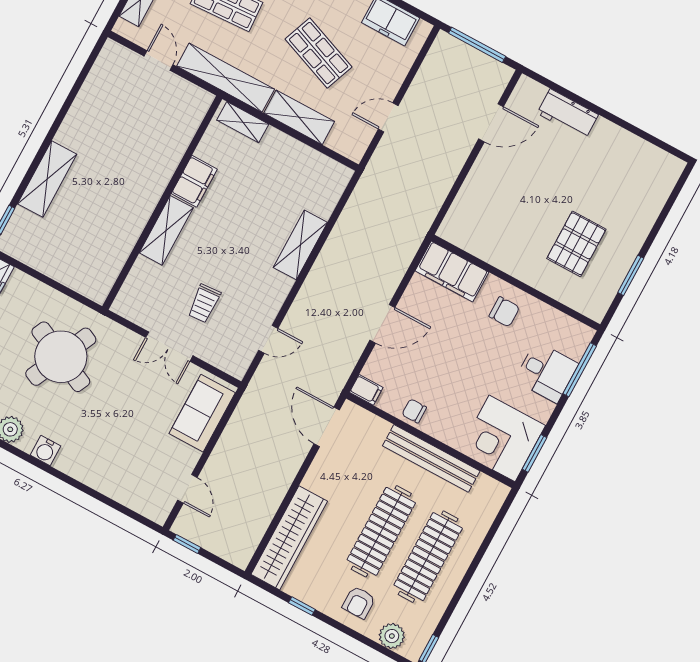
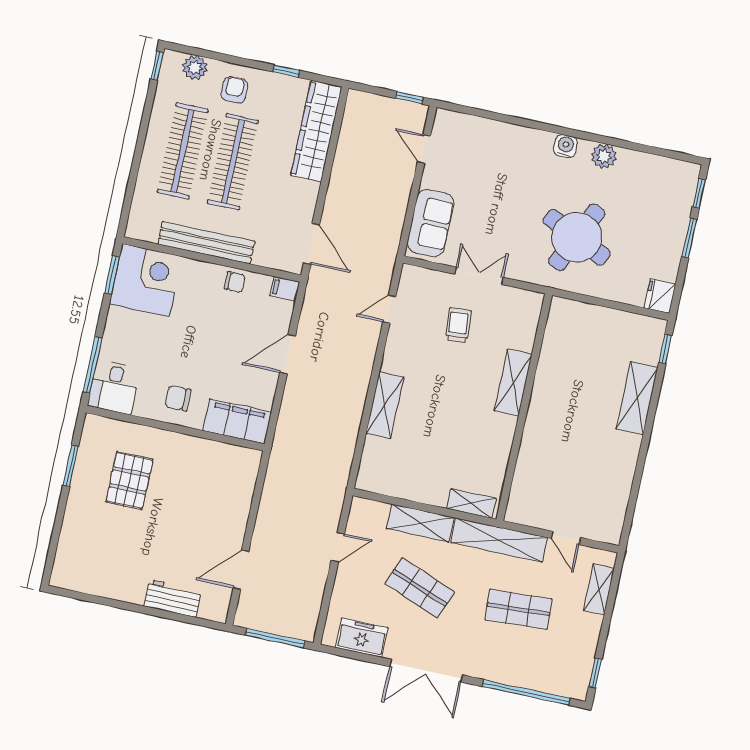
filing cabinet: (194, 181) -> (500, 436), removed
desk: (546, 372) -> (114, 387), moved, turned -90

